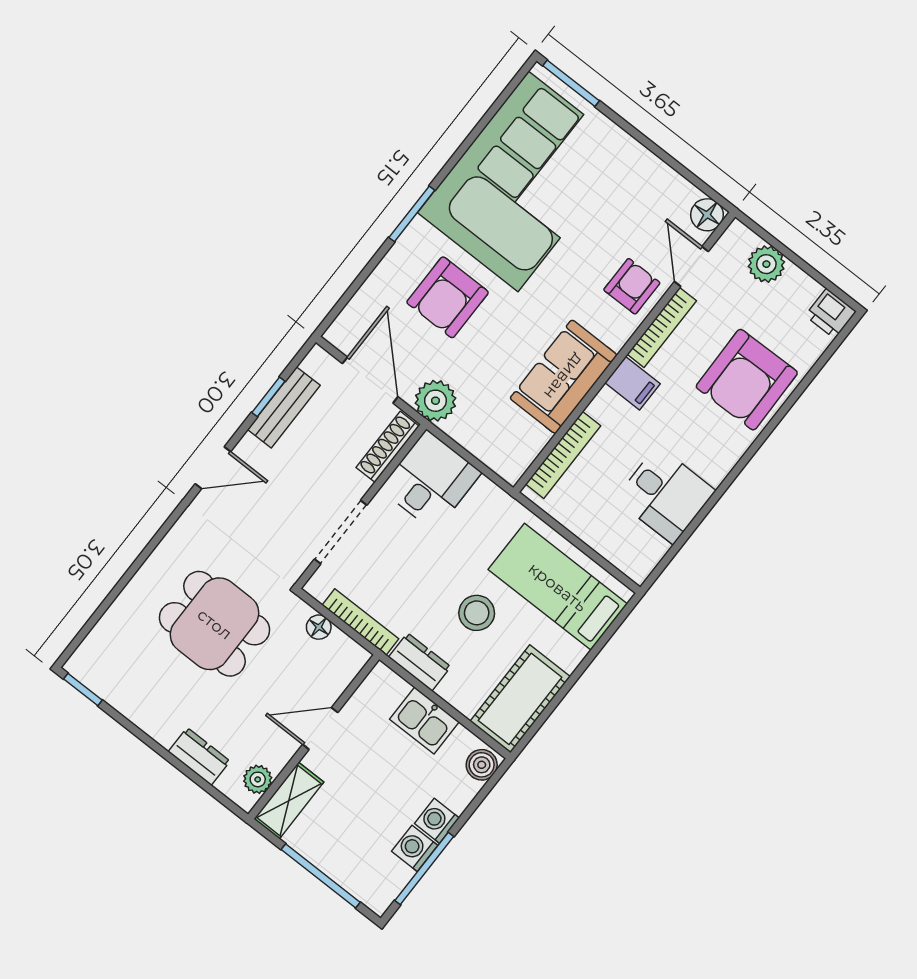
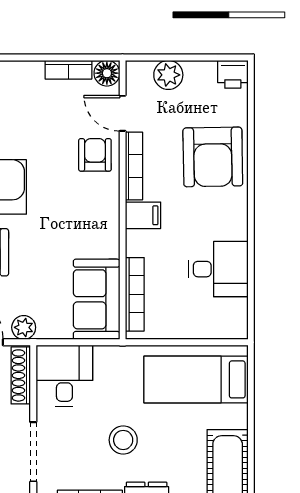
bookcase: (672, 182) -> (68, 70), added
sofa: (564, 377) -> (97, 299), moved
plant: (435, 401) -> (24, 327), width x0.73, depth x0.73
stool: (477, 613) -> (123, 440), moved

